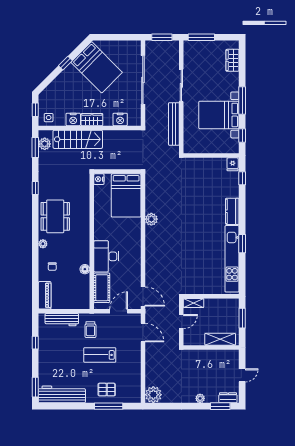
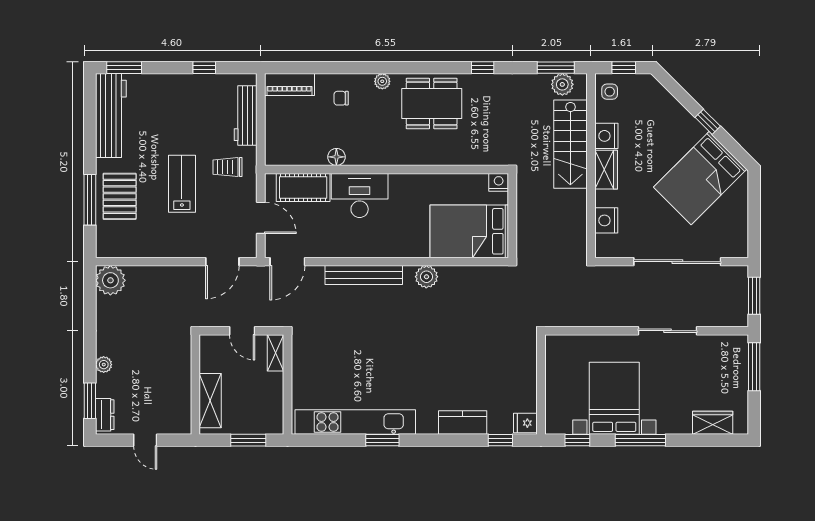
bench: (174, 124) -> (364, 275), moved
kitchen counter: (232, 211) -> (463, 422), moved
pallet: (107, 390) -> (120, 196), width x1.50, depth x1.42

